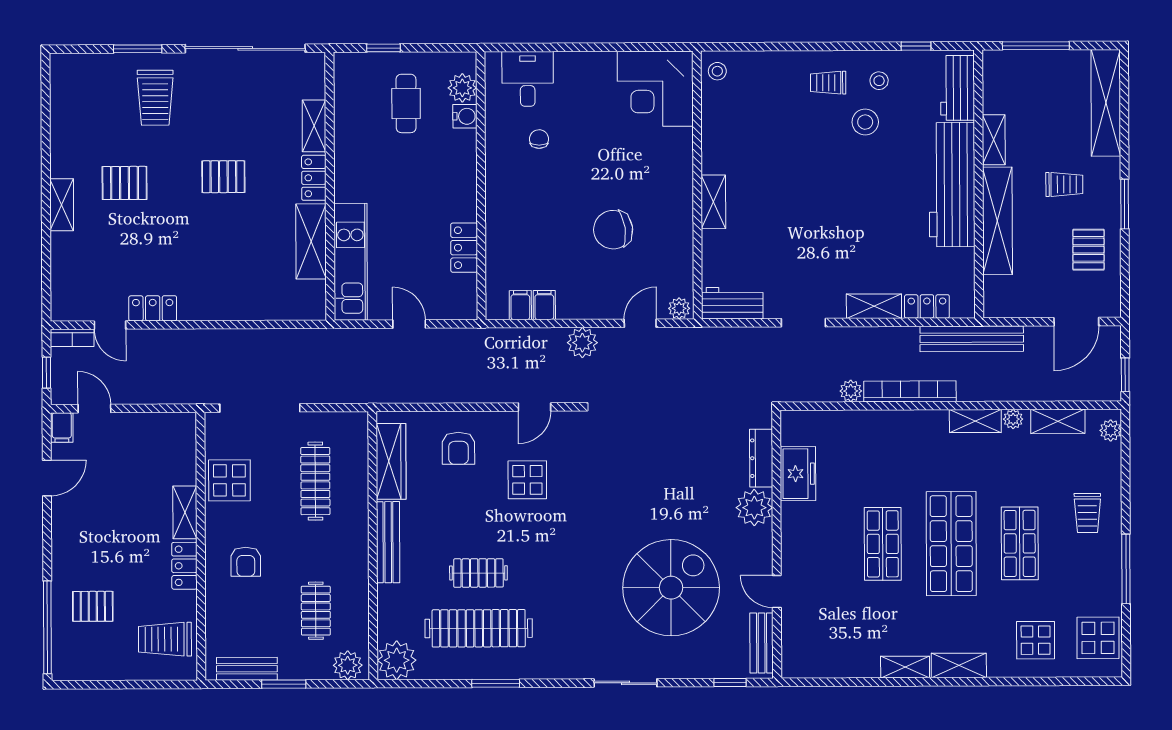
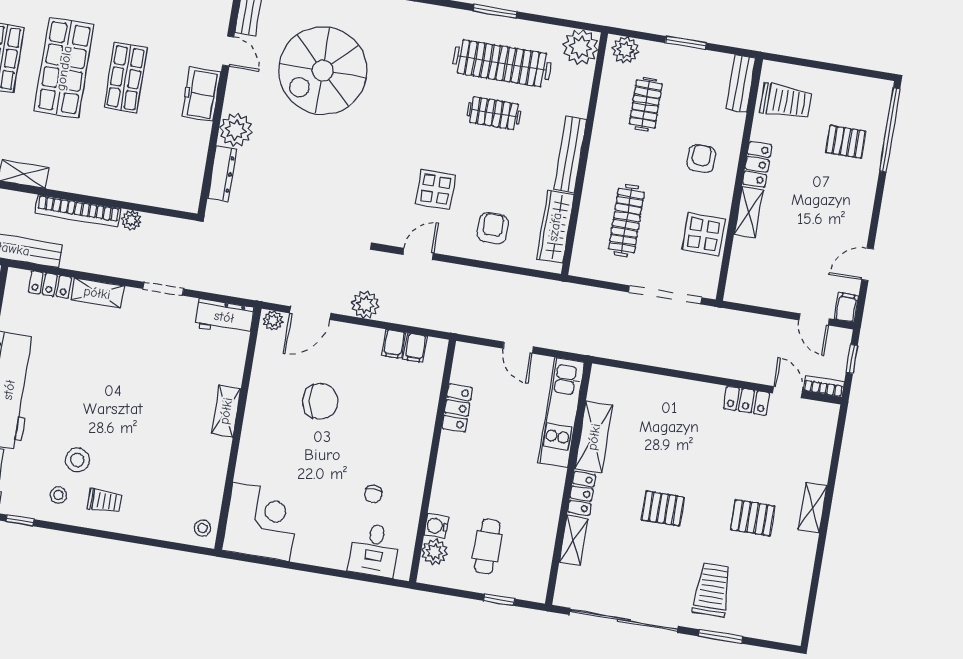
door: (640, 323) -> (310, 313), width x1.38
freezer: (798, 474) -> (201, 94), moved
bench: (247, 669) -> (741, 84), moved, turned 90

